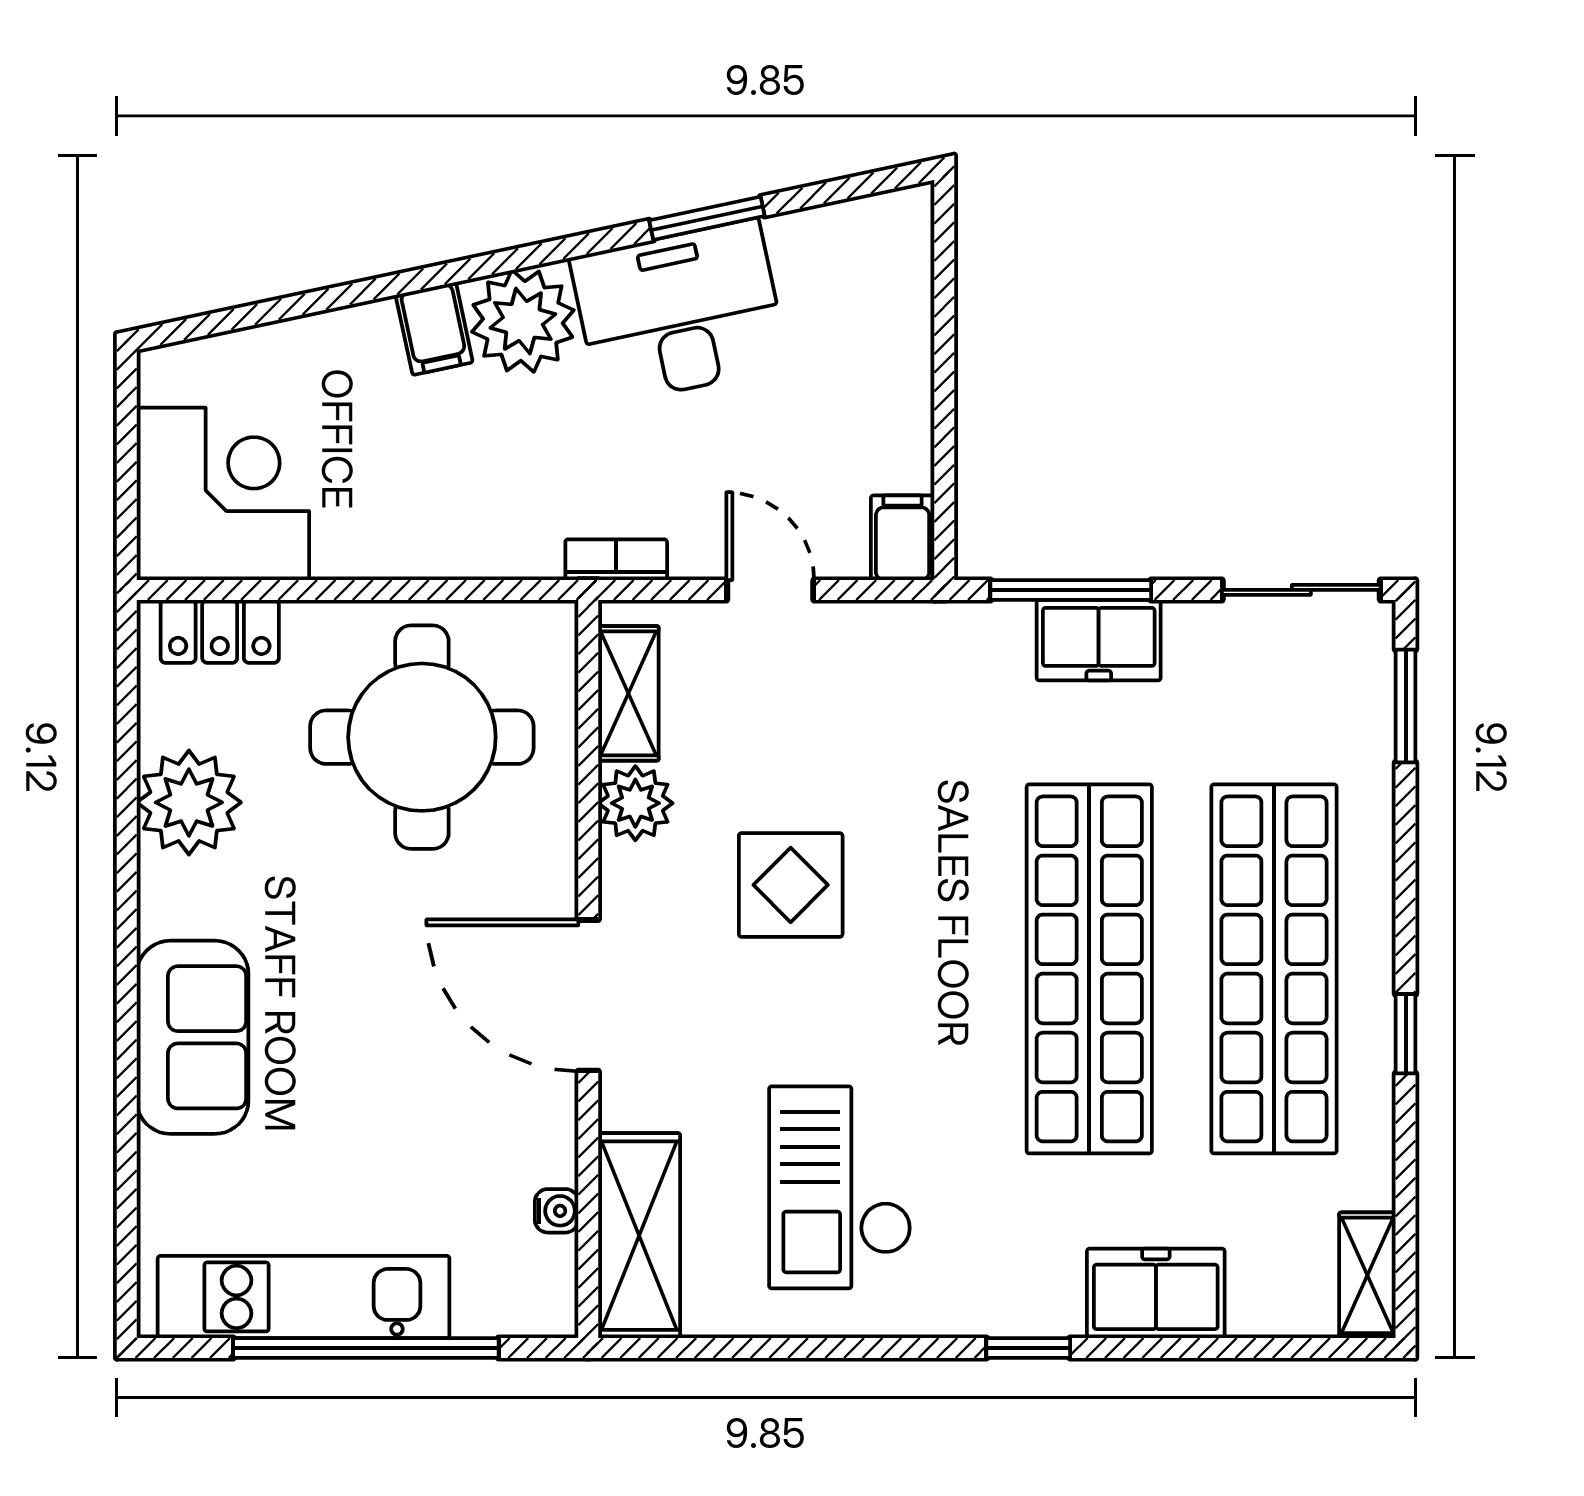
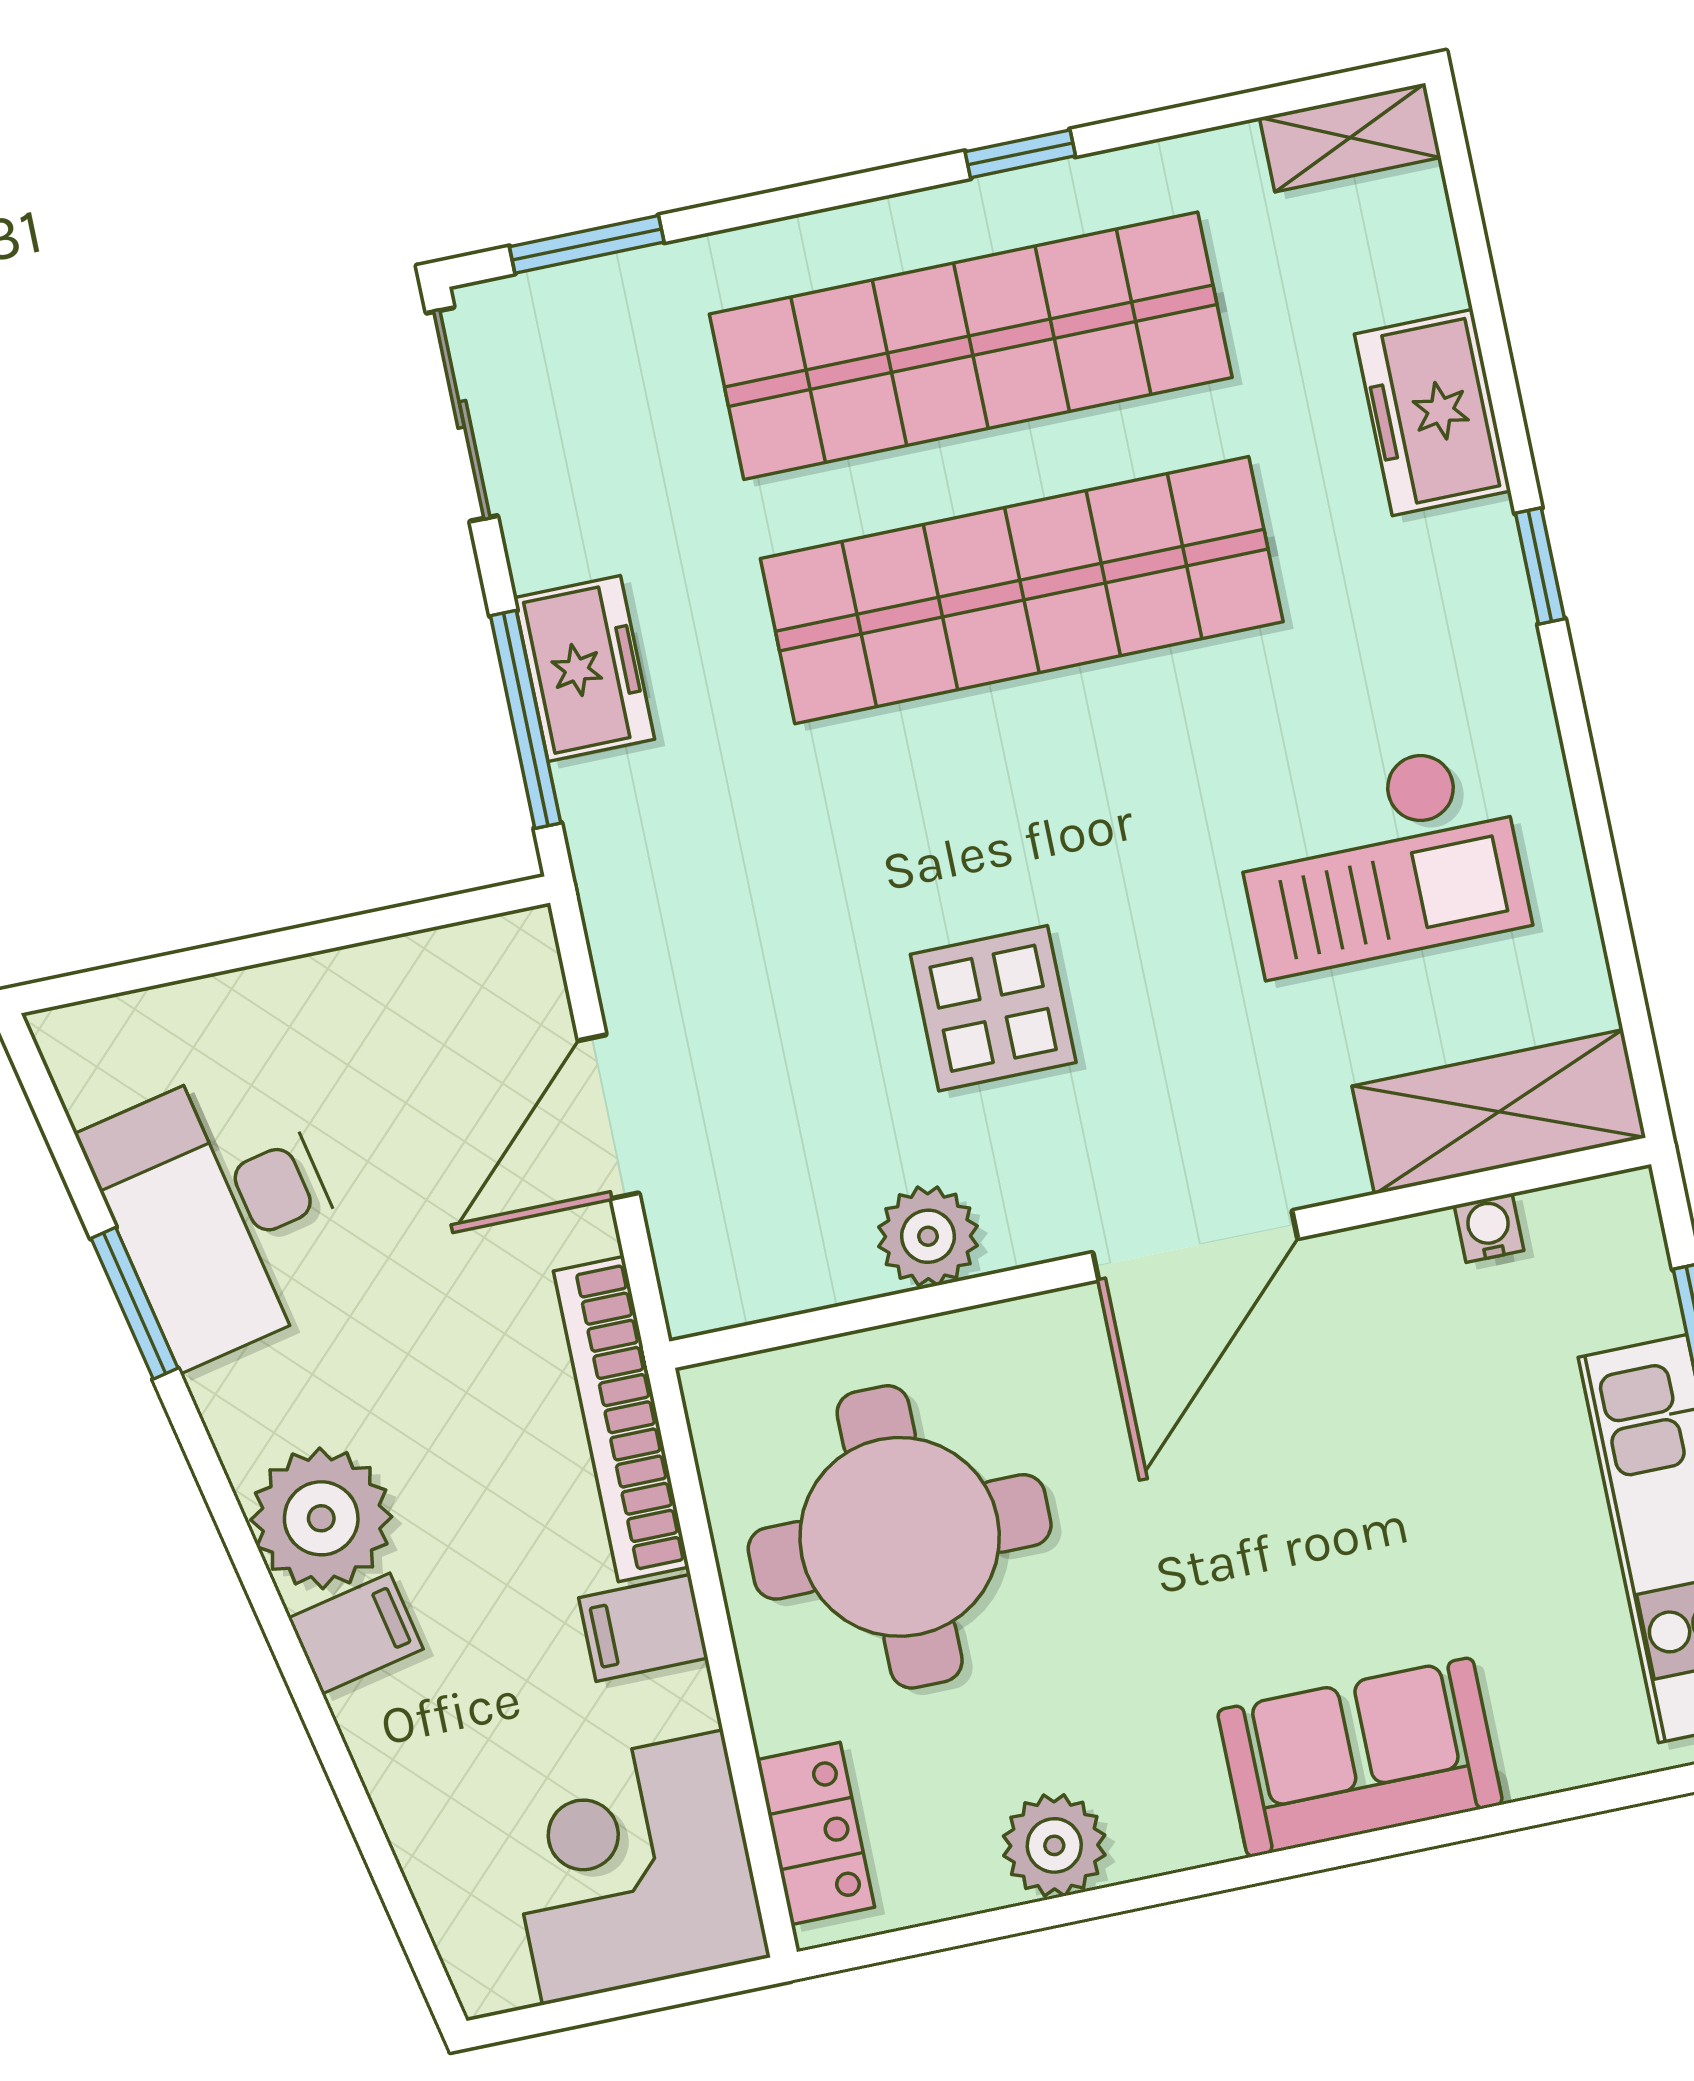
desk: (679, 312) -> (222, 1212), moved
filing cabinet: (903, 538) -> (643, 1628), moved
bookcase: (616, 560) -> (621, 1419), width x2.31, depth x1.31
door: (770, 590) -> (609, 1117), width x1.37
shelving: (628, 693) -> (785, 1276), removed
plant: (189, 802) -> (1054, 1845), width x0.73, depth x0.73

